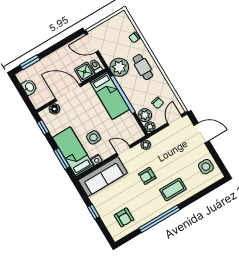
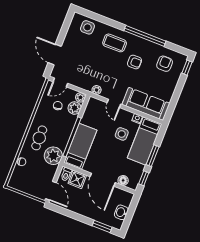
window: (62, 159) -> (153, 156), moved
side table: (206, 167) -> (87, 27), moved
armchair: (147, 176) -> (134, 62), moved
window: (94, 212) -> (187, 68), moved

